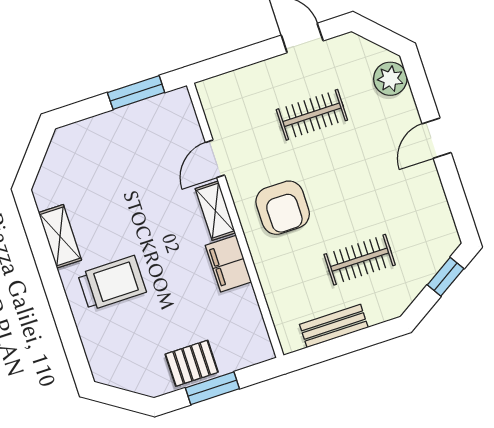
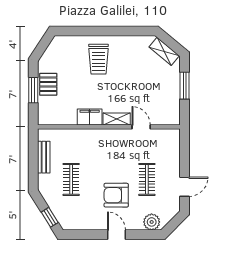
window: (136, 93) -> (185, 86), moved
armchair: (283, 208) -> (116, 195), moved
shelving: (60, 236) -> (164, 51), moved, turned 40

